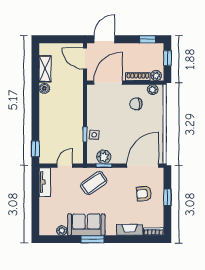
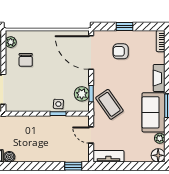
armchair: (144, 194) -> (121, 51), turned 95
floor lamp: (46, 229) -> (158, 155), added
fireplace: (130, 230) -> (159, 78), moved

